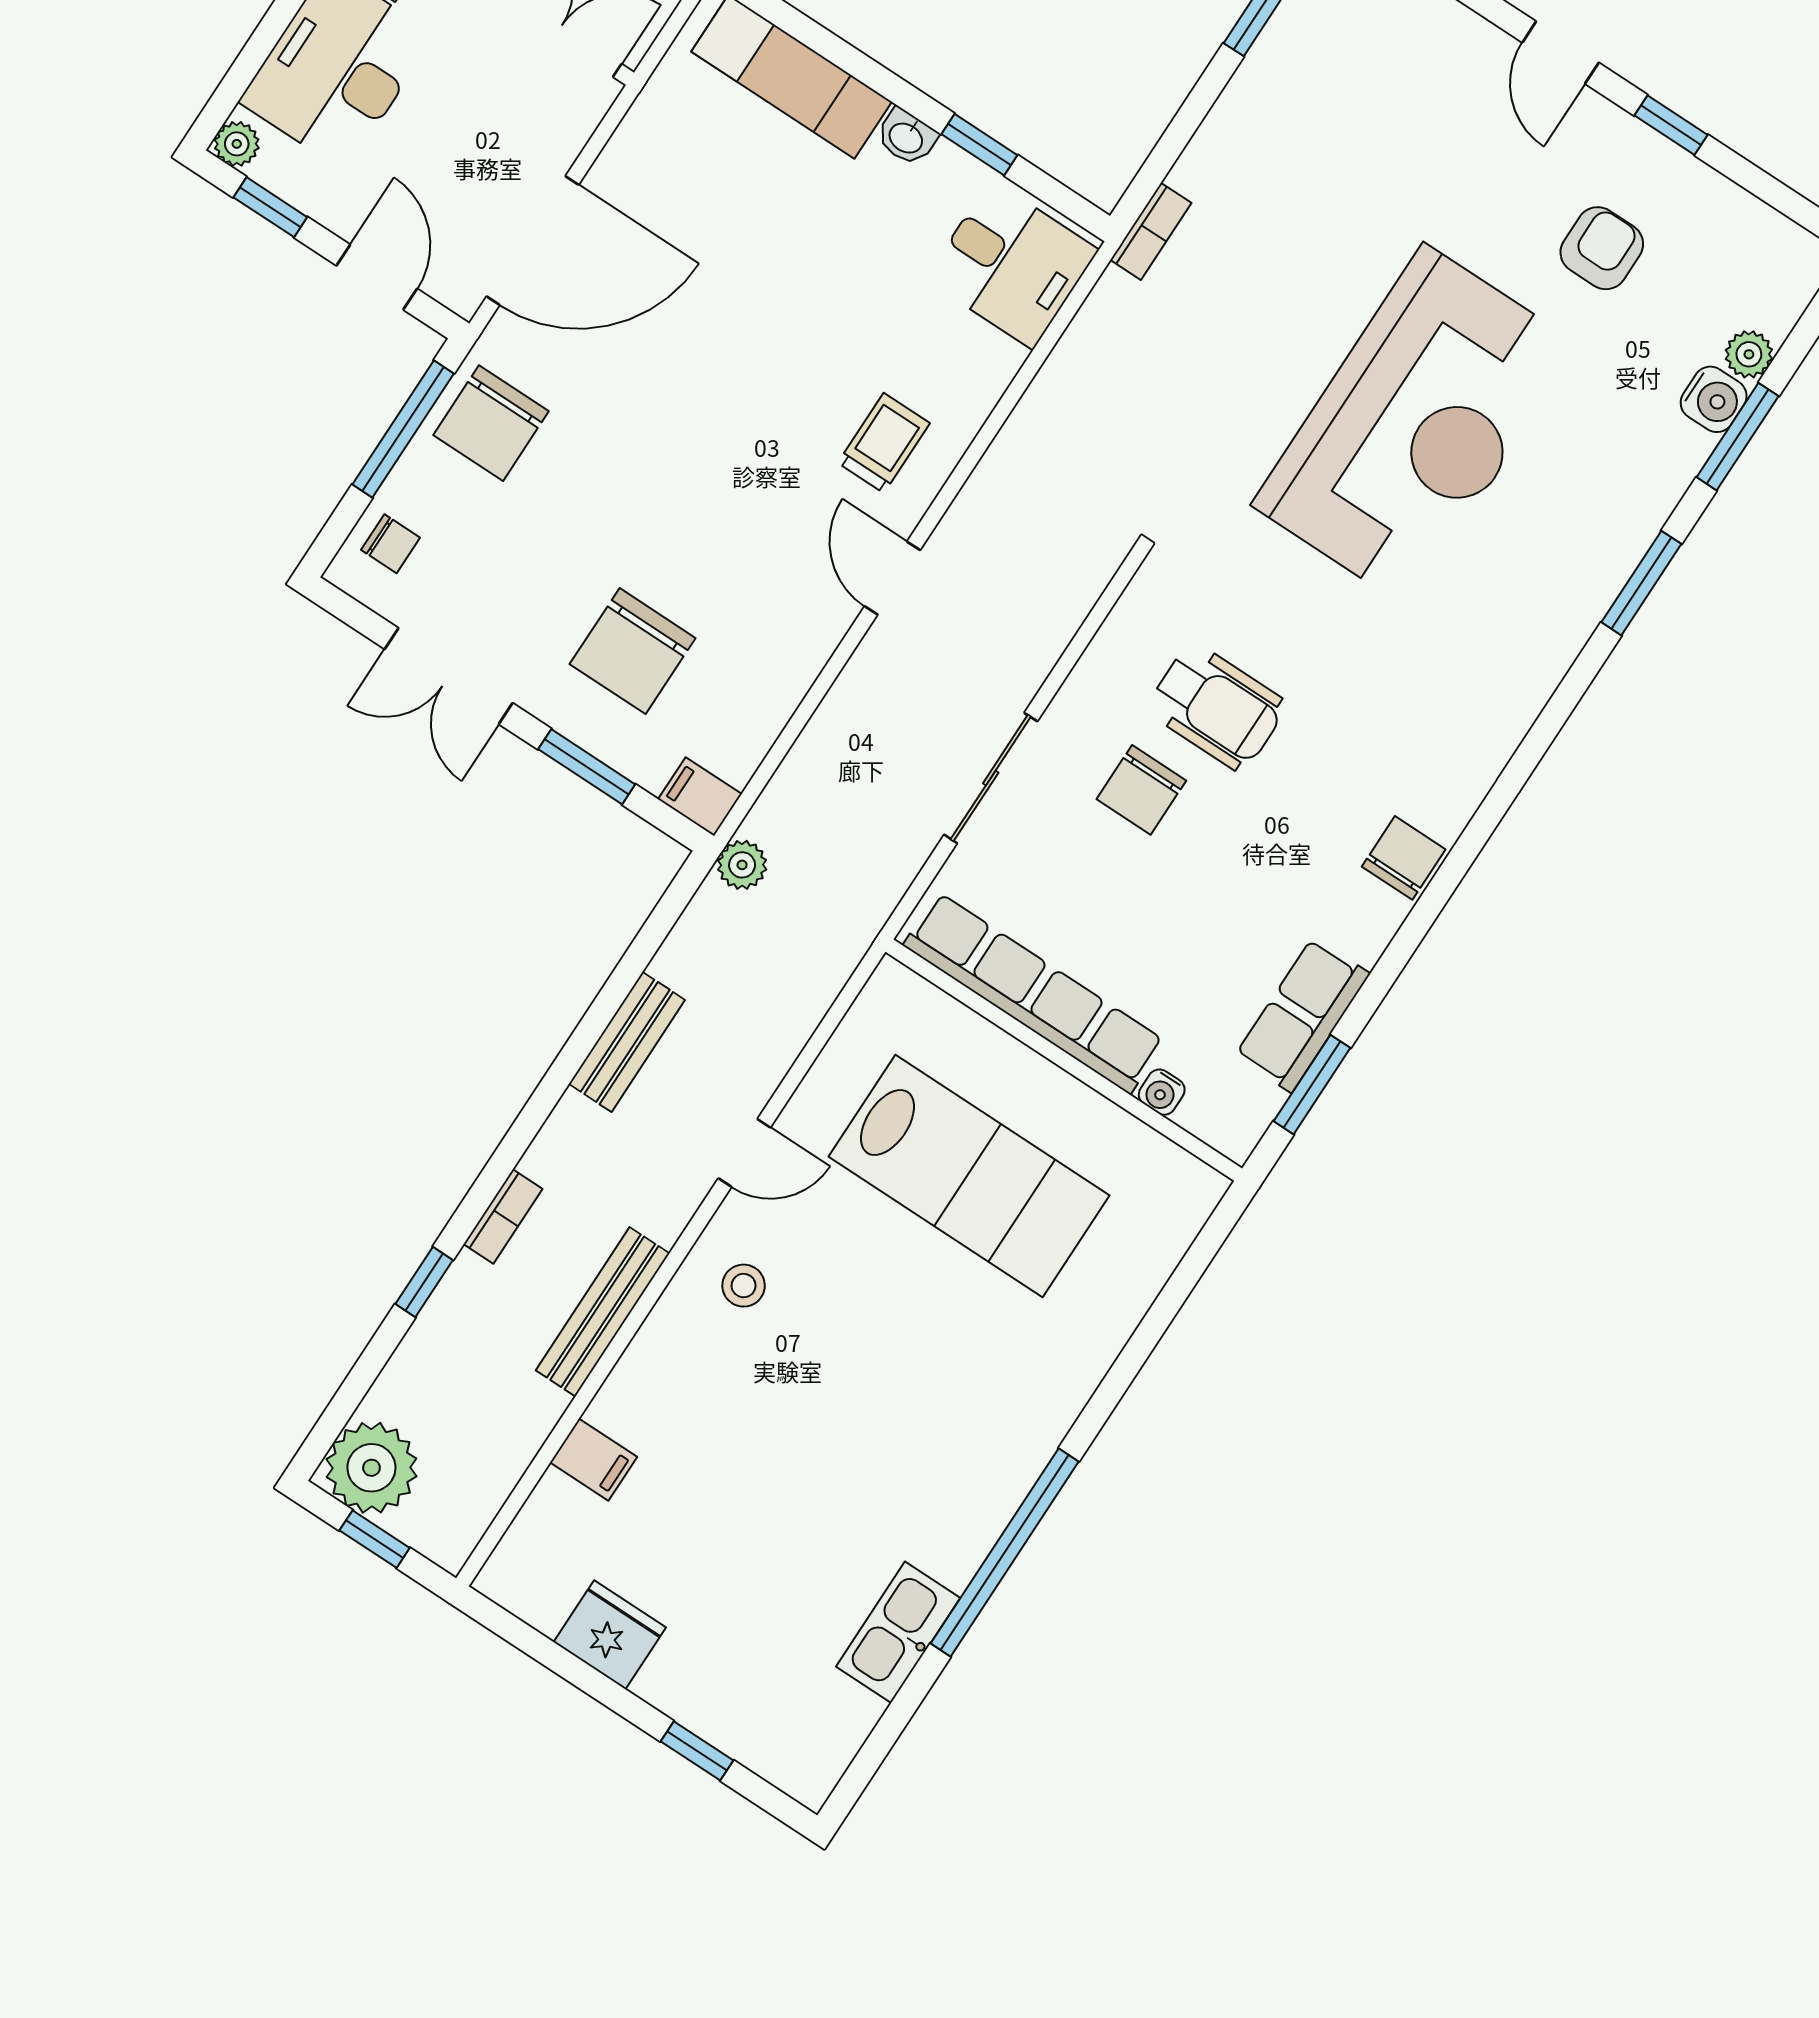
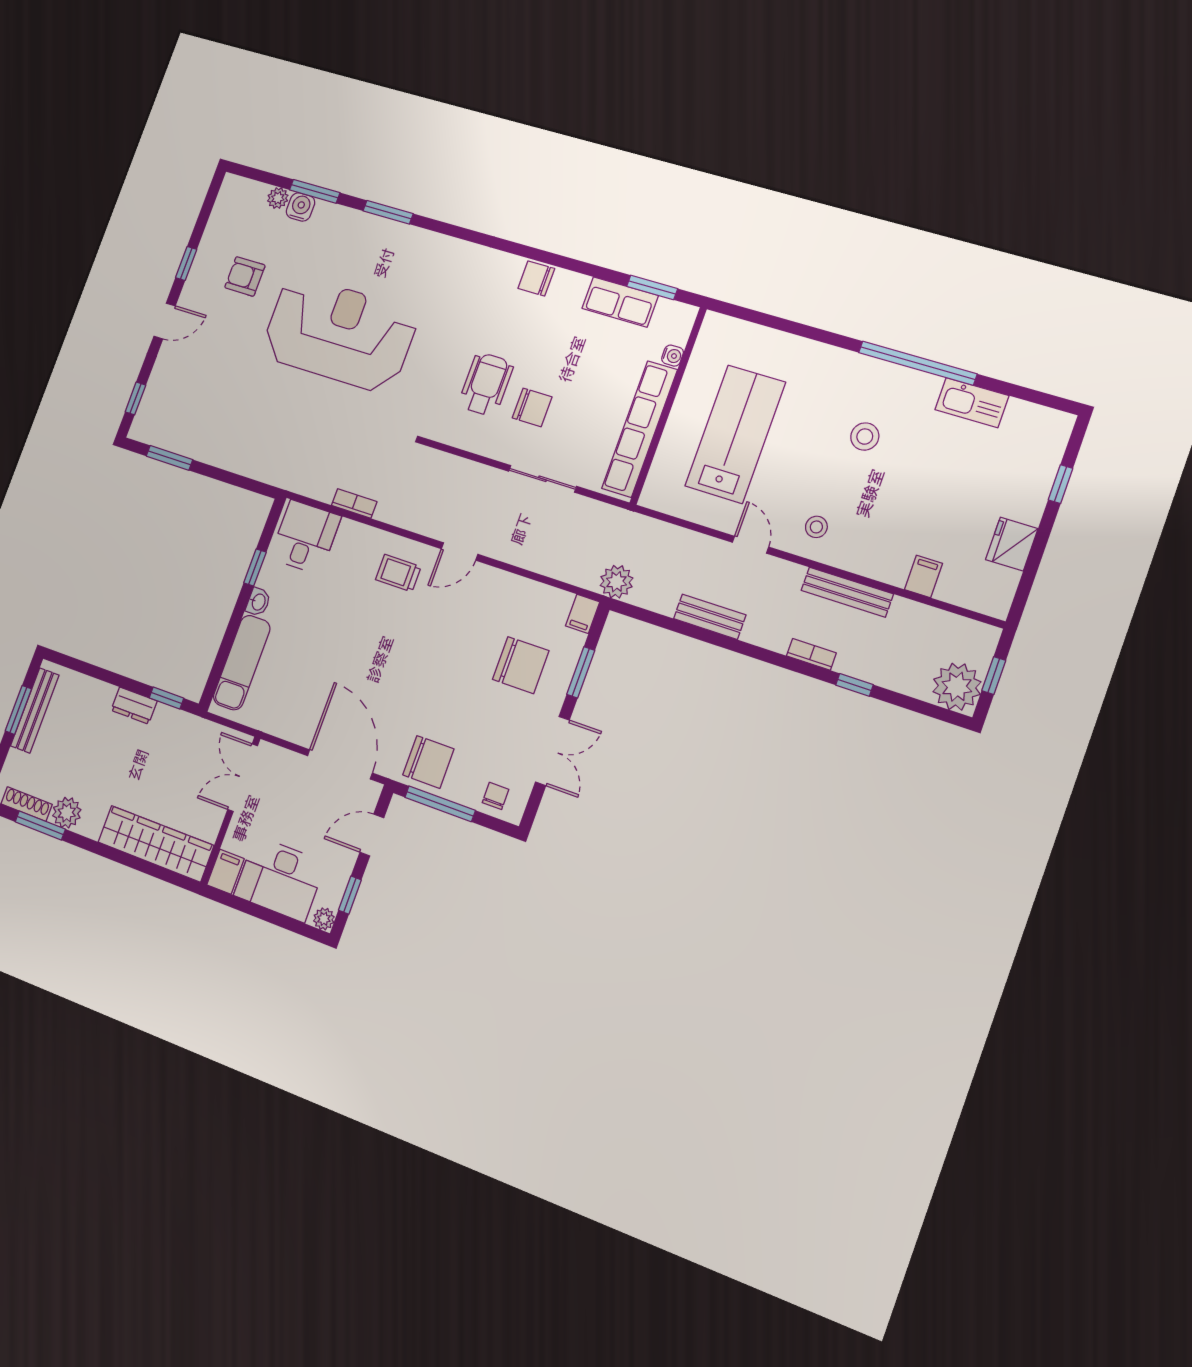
bookcase: (1151, 231) -> (354, 504), moved
plant: (742, 865) -> (617, 582), width x1.38, depth x1.38
stool: (892, 1419) -> (865, 437), added

